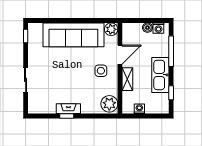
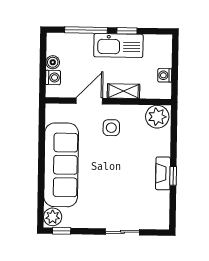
washing machine: (158, 28) -> (53, 77), moved
plant: (111, 29) -> (53, 217), moved
door: (120, 55) -> (89, 101), hinge flipped
window: (171, 93) -> (127, 31), moved

